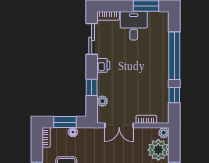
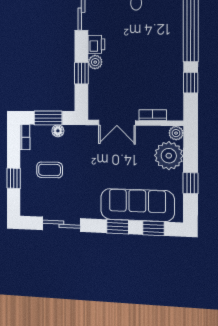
plant: (102, 101) -> (95, 62), moved

